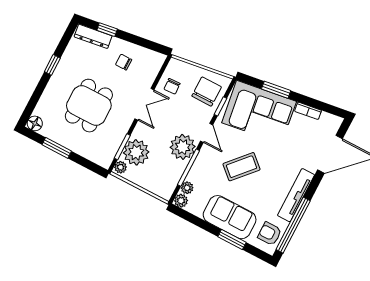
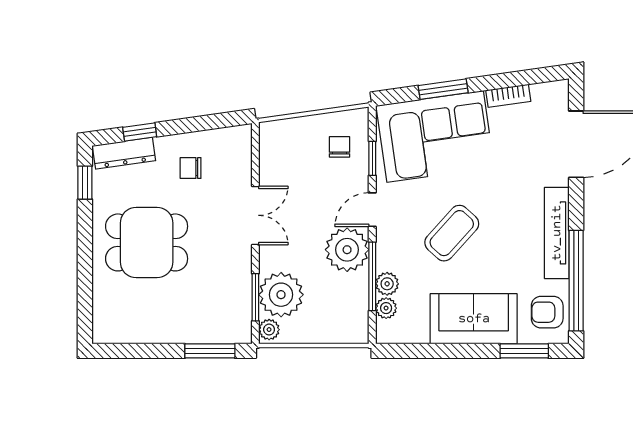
window: (52, 65) -> (85, 183), moved
chair: (172, 86) -> (283, 166), removed
chair: (207, 92) -> (339, 147), width x0.54, depth x0.54
dining table: (89, 106) -> (147, 242), moved, turned 90
floor lamp: (35, 123) -> (105, 331), removed
door: (207, 133) -> (372, 210), swing flipped
window: (57, 148) -> (210, 351), moved
plant: (181, 201) -> (387, 284), moved
window: (232, 239) -> (524, 351), moved

